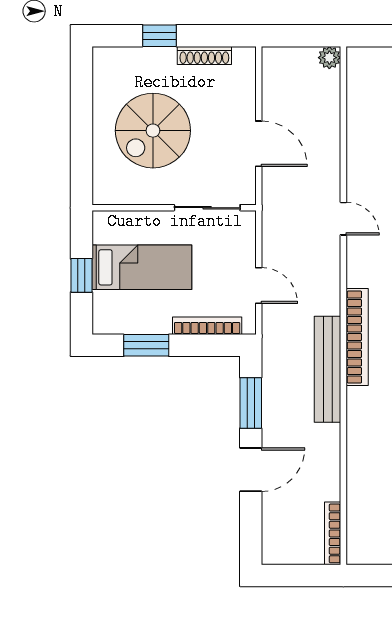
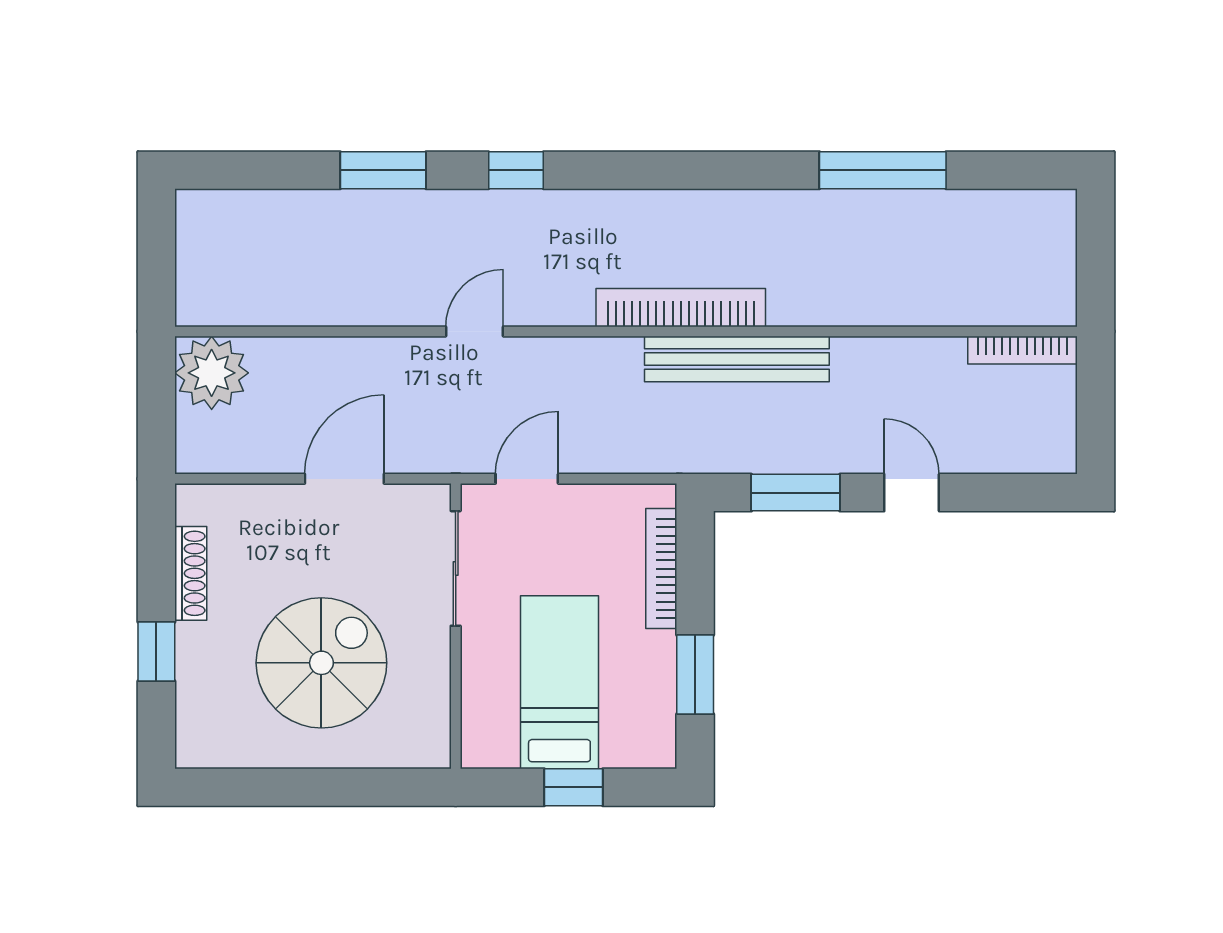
plant: (329, 58) -> (212, 373), width x1.87, depth x1.87
spiral stairs: (153, 131) -> (321, 663), turned -90
door: (259, 285) -> (527, 479), moved
door: (251, 470) -> (912, 493), width x0.73

